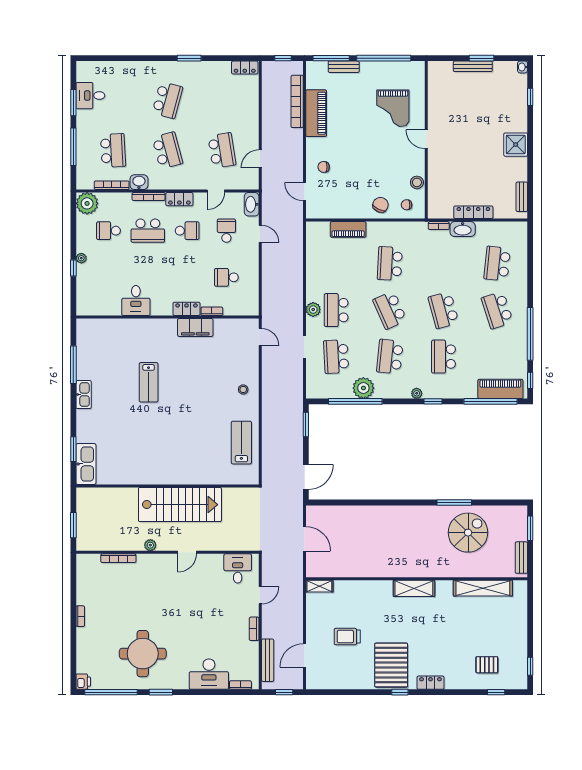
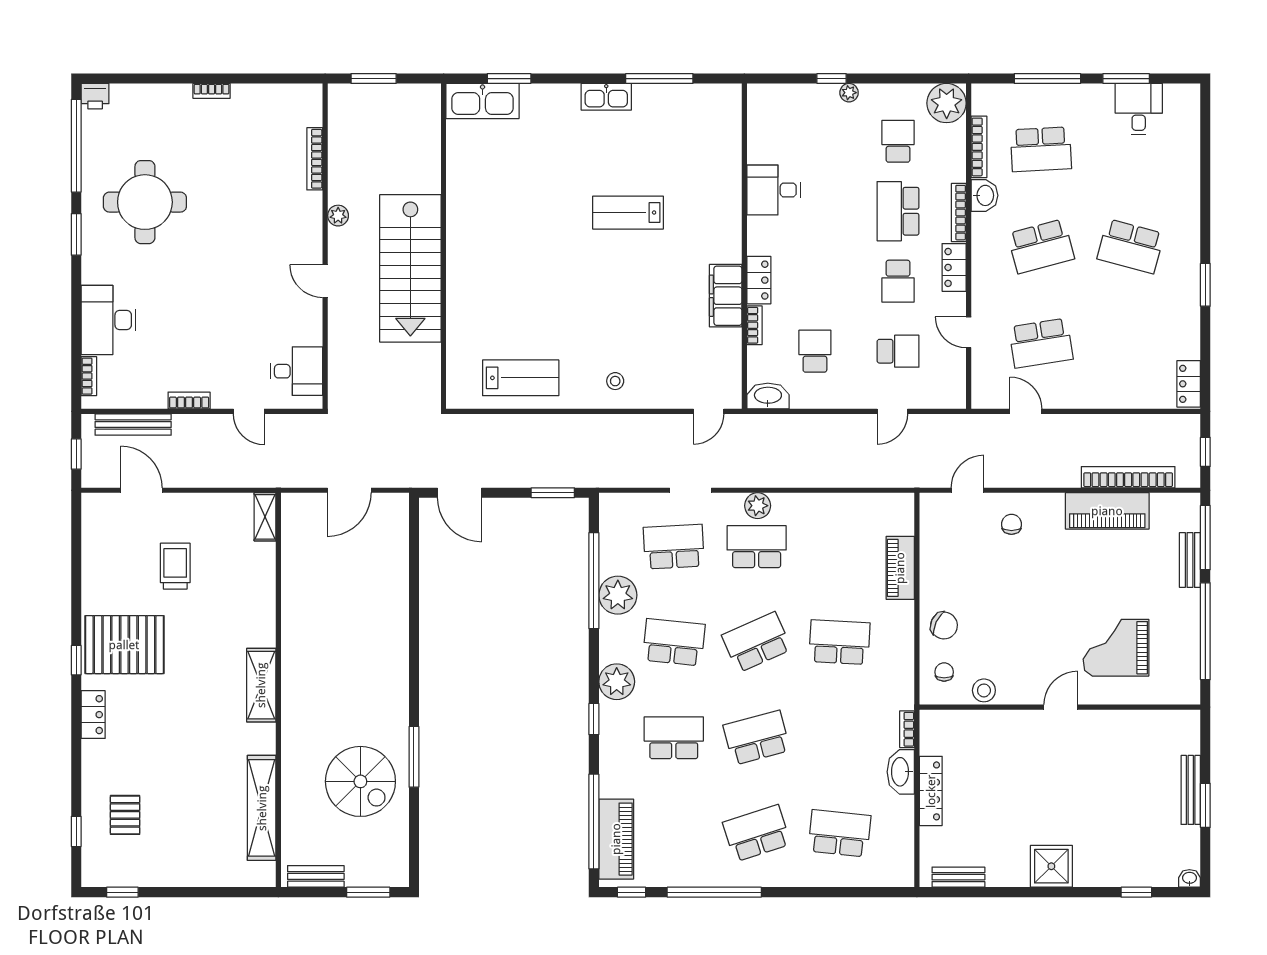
washbasin: (252, 204) -> (768, 396), moved
plant: (417, 393) -> (617, 682), width x1.87, depth x1.87

